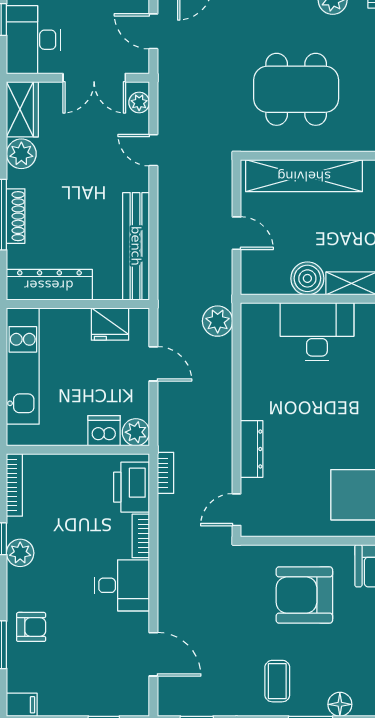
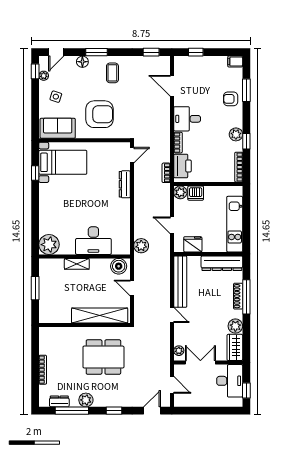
door: (153, 150) -> (172, 315), moved
boiler: (307, 278) -> (119, 266), moved

